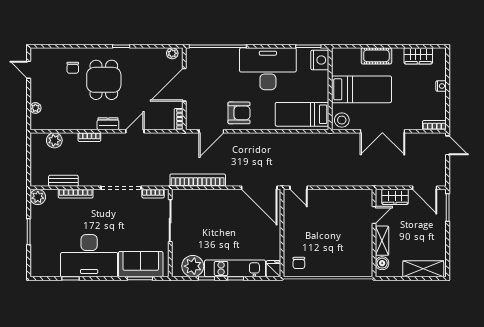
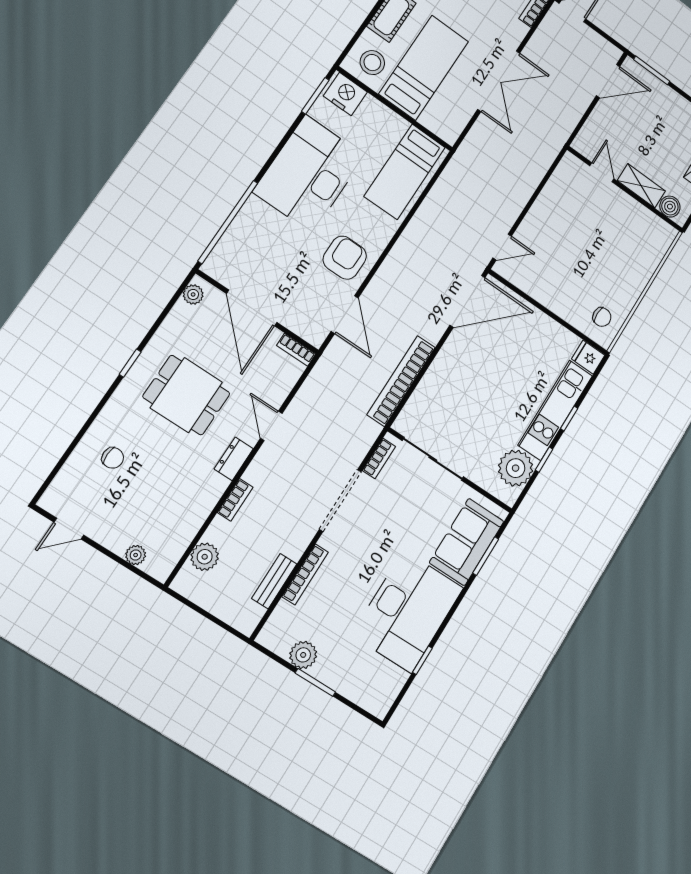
dining table: (104, 80) -> (186, 395), moved
stool: (342, 120) -> (372, 63), moved
plant: (38, 197) -> (303, 655), moved
wardrobe: (395, 197) -> (596, 128), removed

